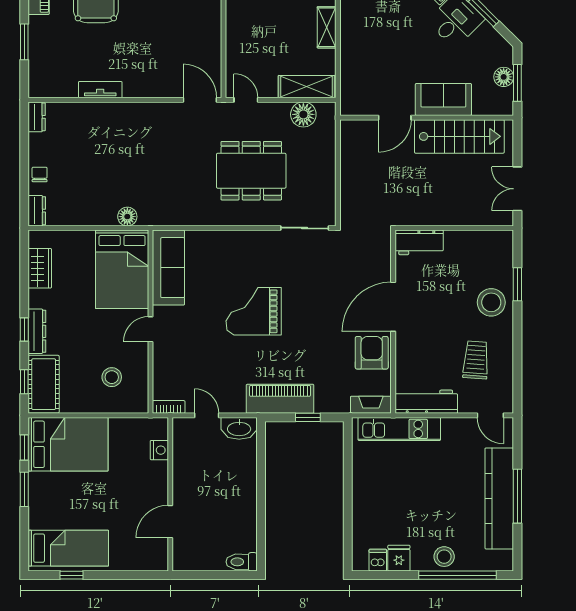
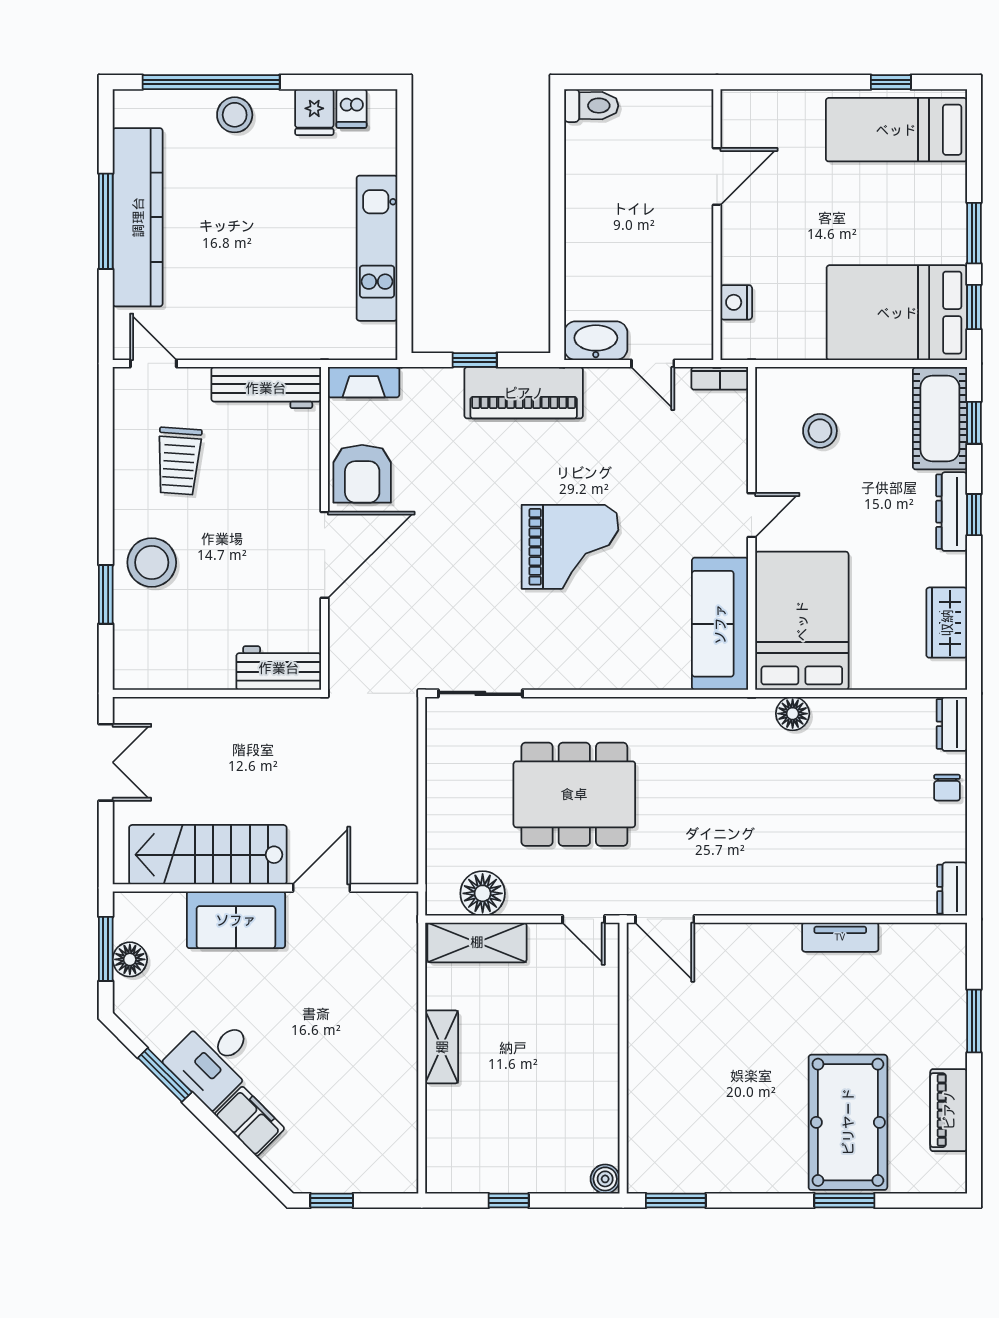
kitchen unit: (399, 429) -> (377, 248), moved, turned -90

